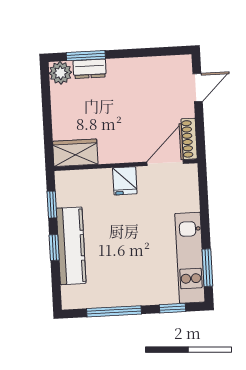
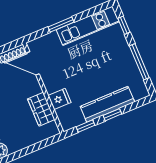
wardrobe: (75, 153) -> (41, 109), moved
fridge: (125, 181) -> (60, 99), moved
window: (207, 268) -> (61, 25), moved

